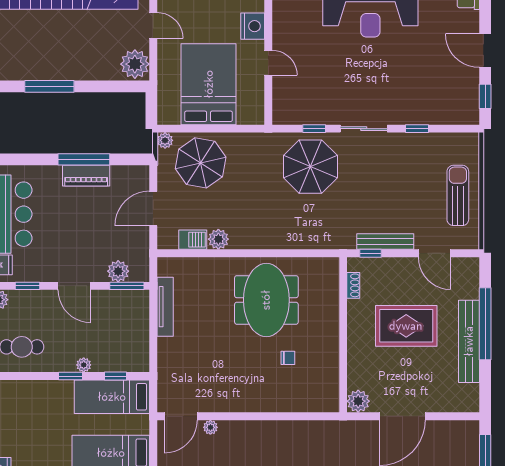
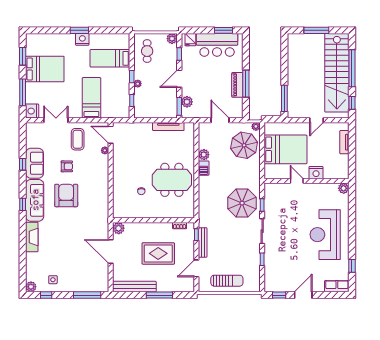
door: (268, 63) -> (297, 181), swing flipped
plant: (135, 64) -> (296, 111), removed
window: (49, 86) -> (284, 98), moved
barbecue: (193, 240) -> (204, 168), moved
window: (485, 324) -> (159, 295), width x0.68
rug: (406, 326) -> (158, 253), turned 90
bench: (469, 341) -> (134, 287), moved
bed: (112, 397) -> (110, 58), moved, turned -90

